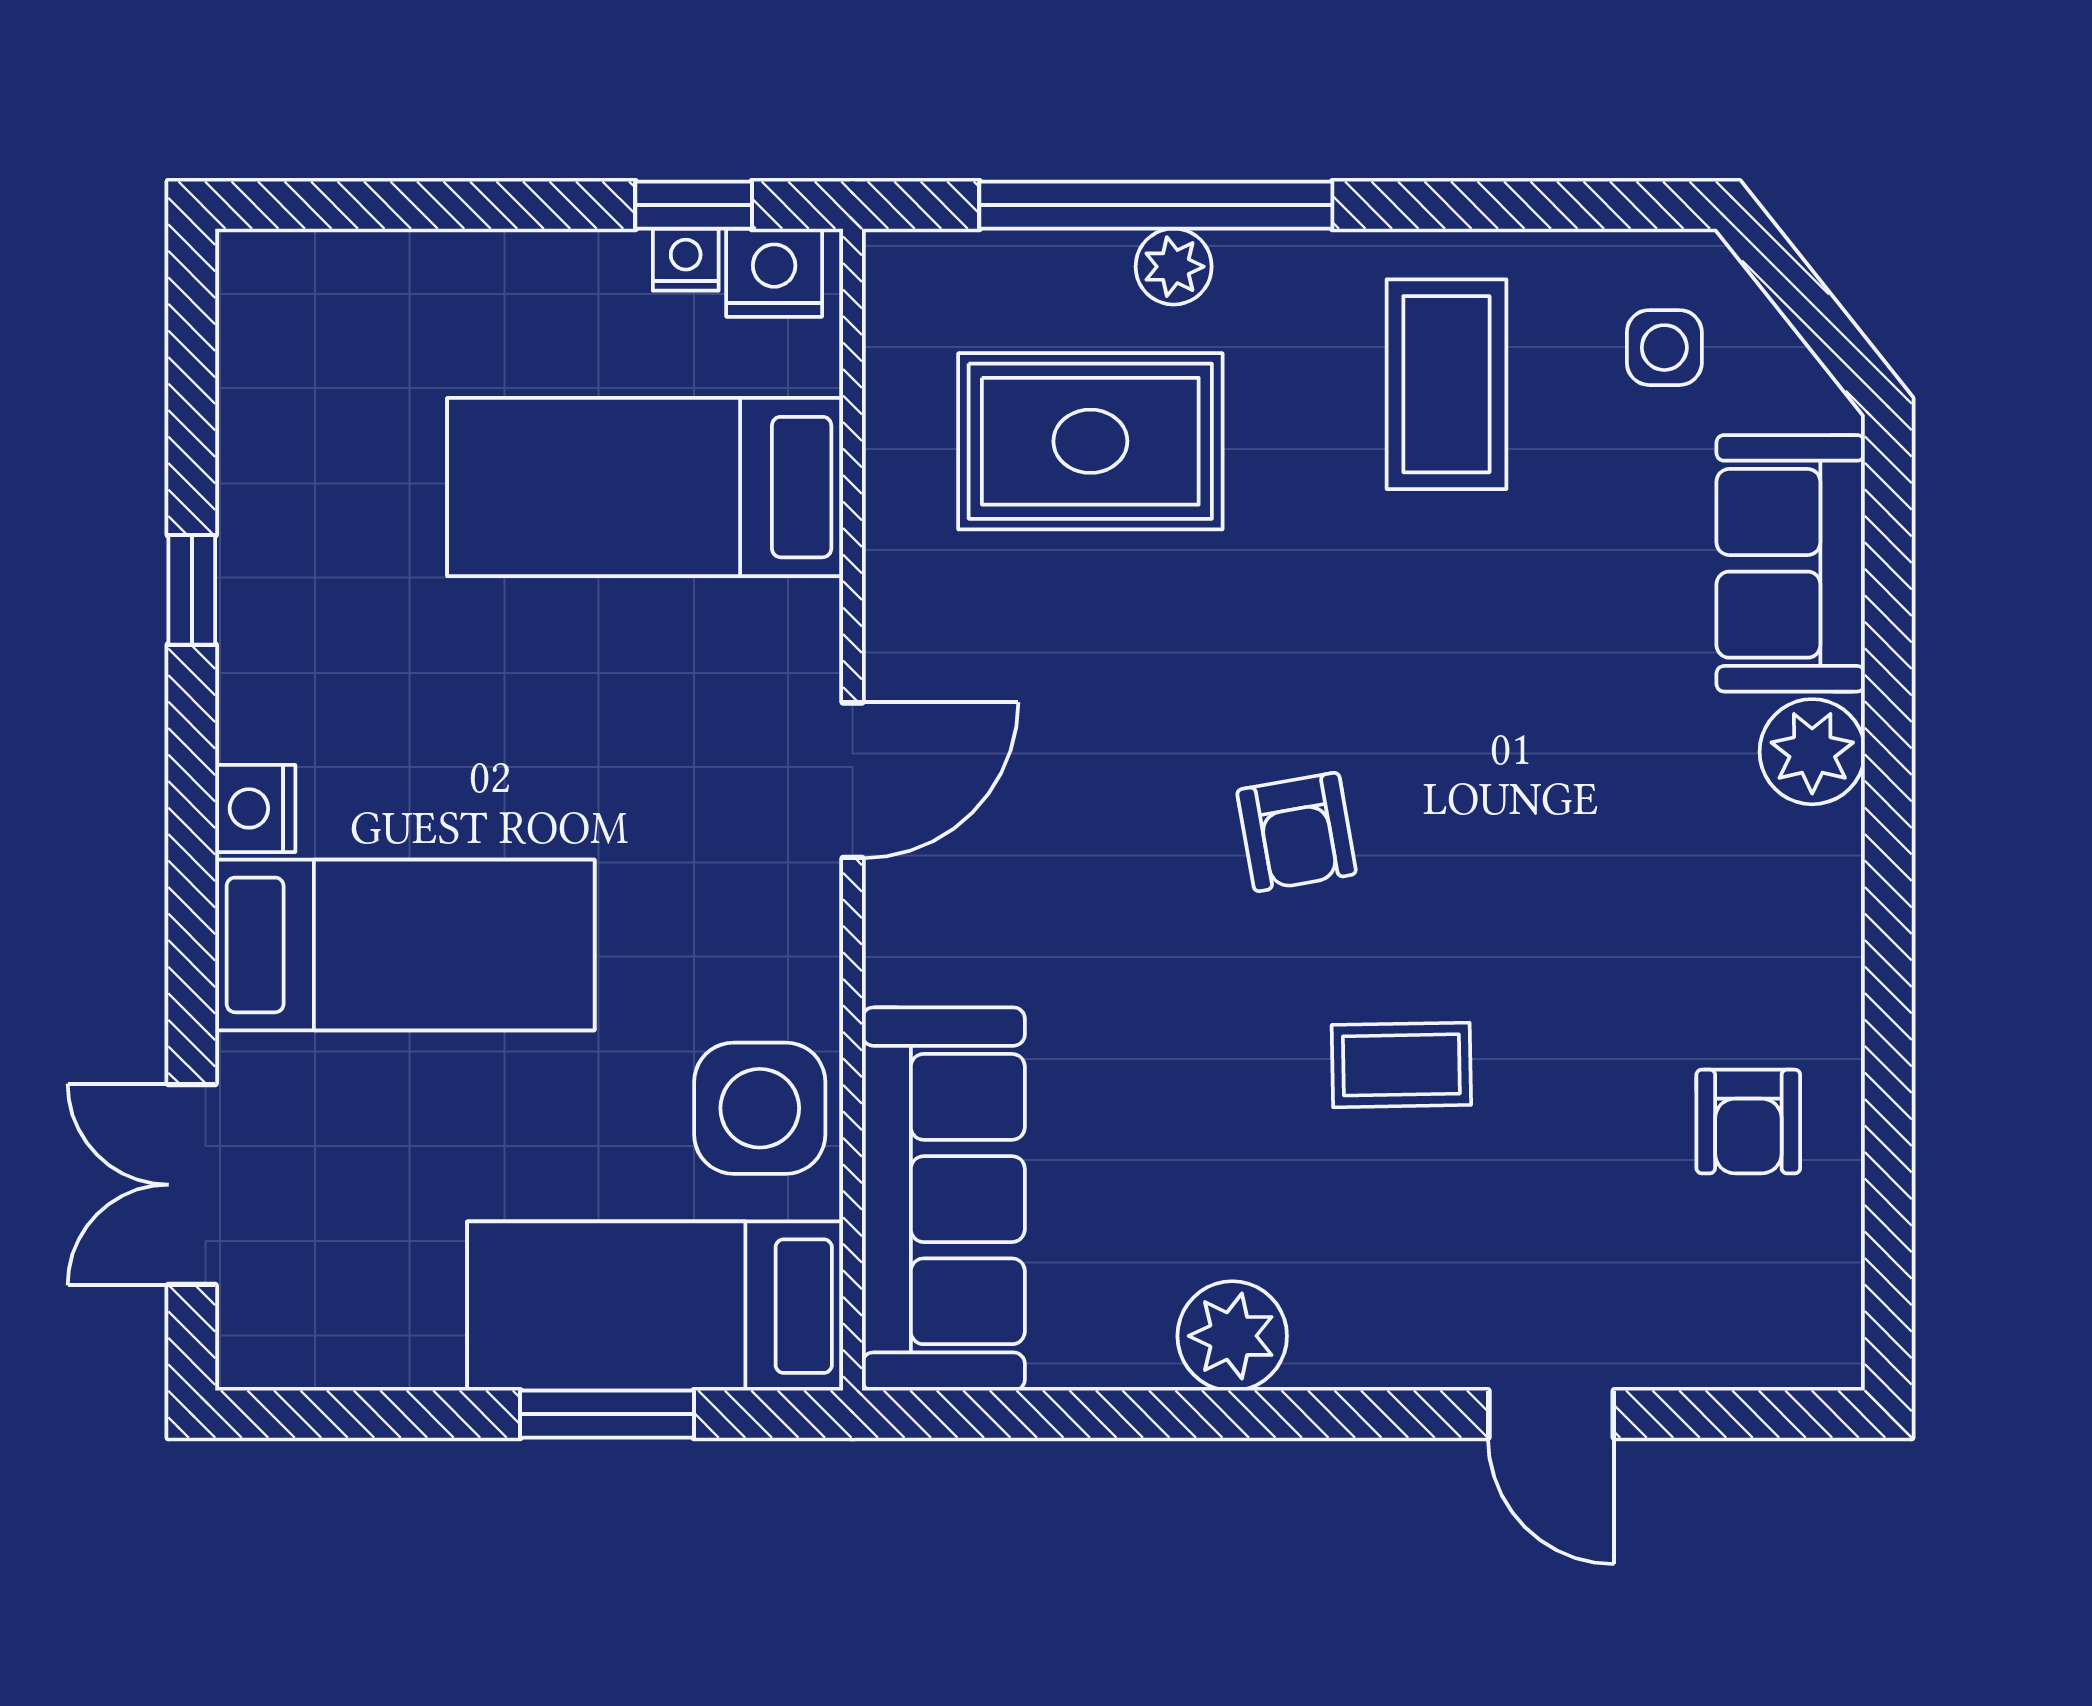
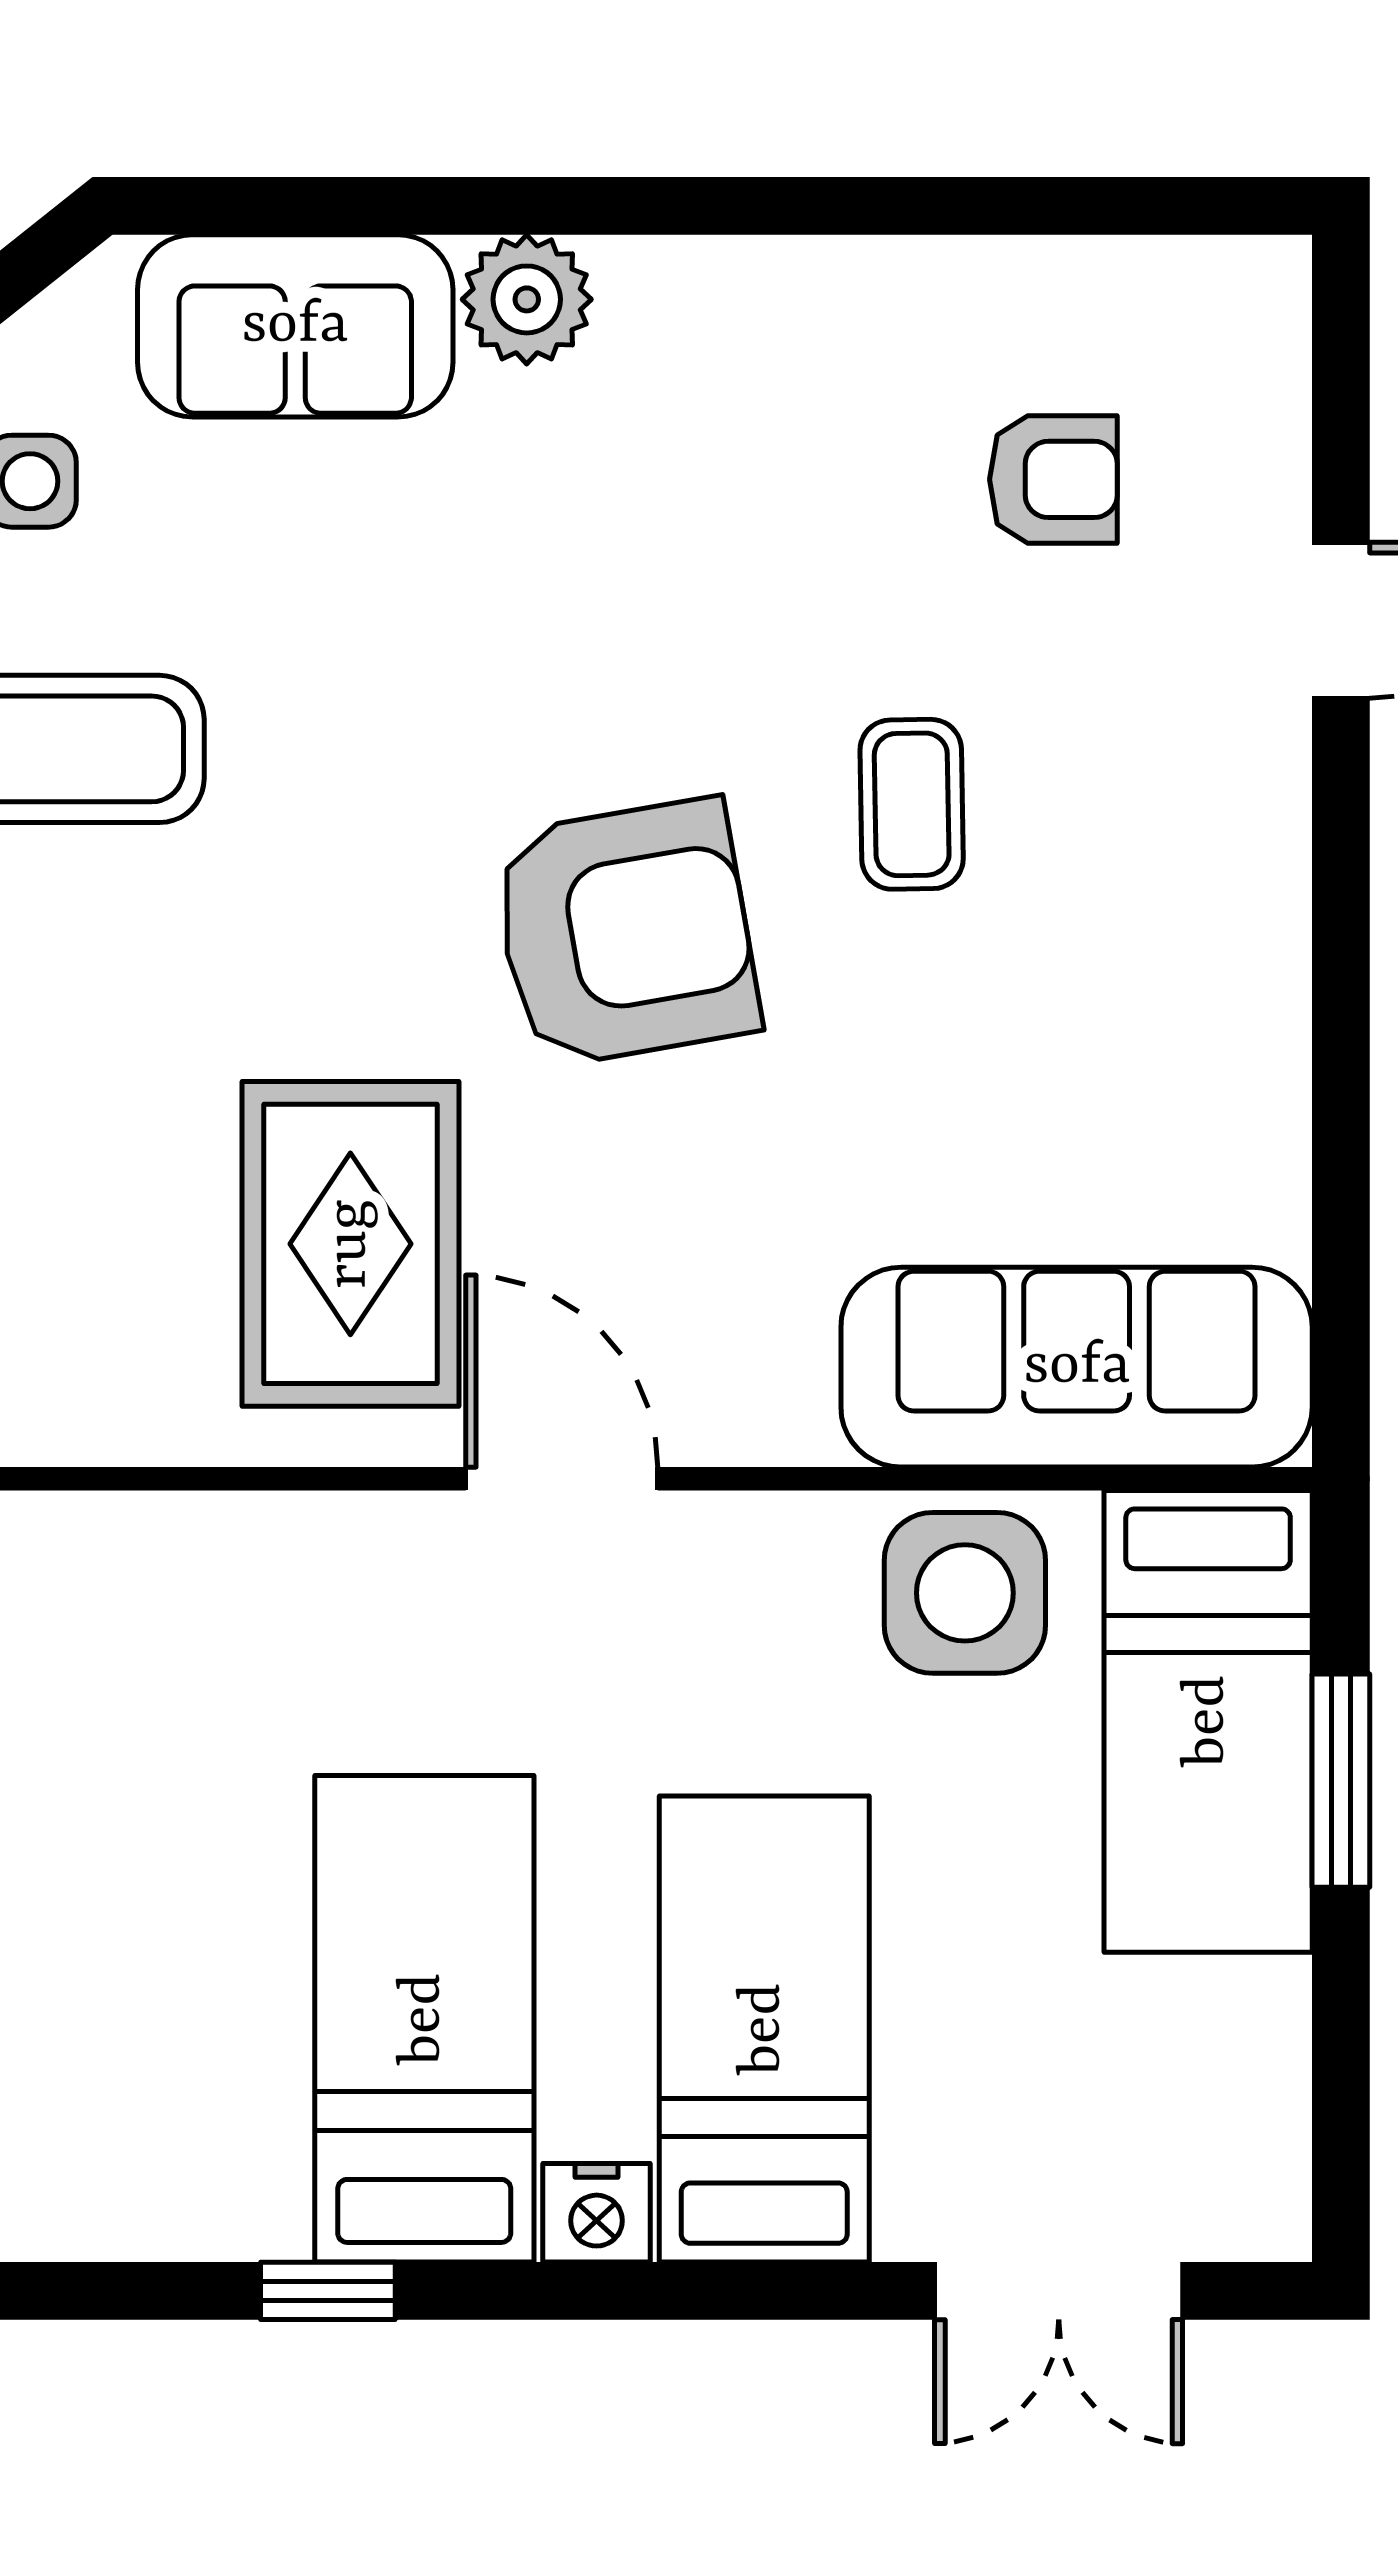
rug: (1090, 441) -> (350, 1244), moved
bed: (645, 487) -> (424, 2019), moved, turned 180
armchair: (1297, 832) -> (625, 933), width x1.88, depth x1.88
armchair: (1748, 1121) -> (1053, 479), moved
plant: (1232, 1336) -> (1245, 1012), removed

